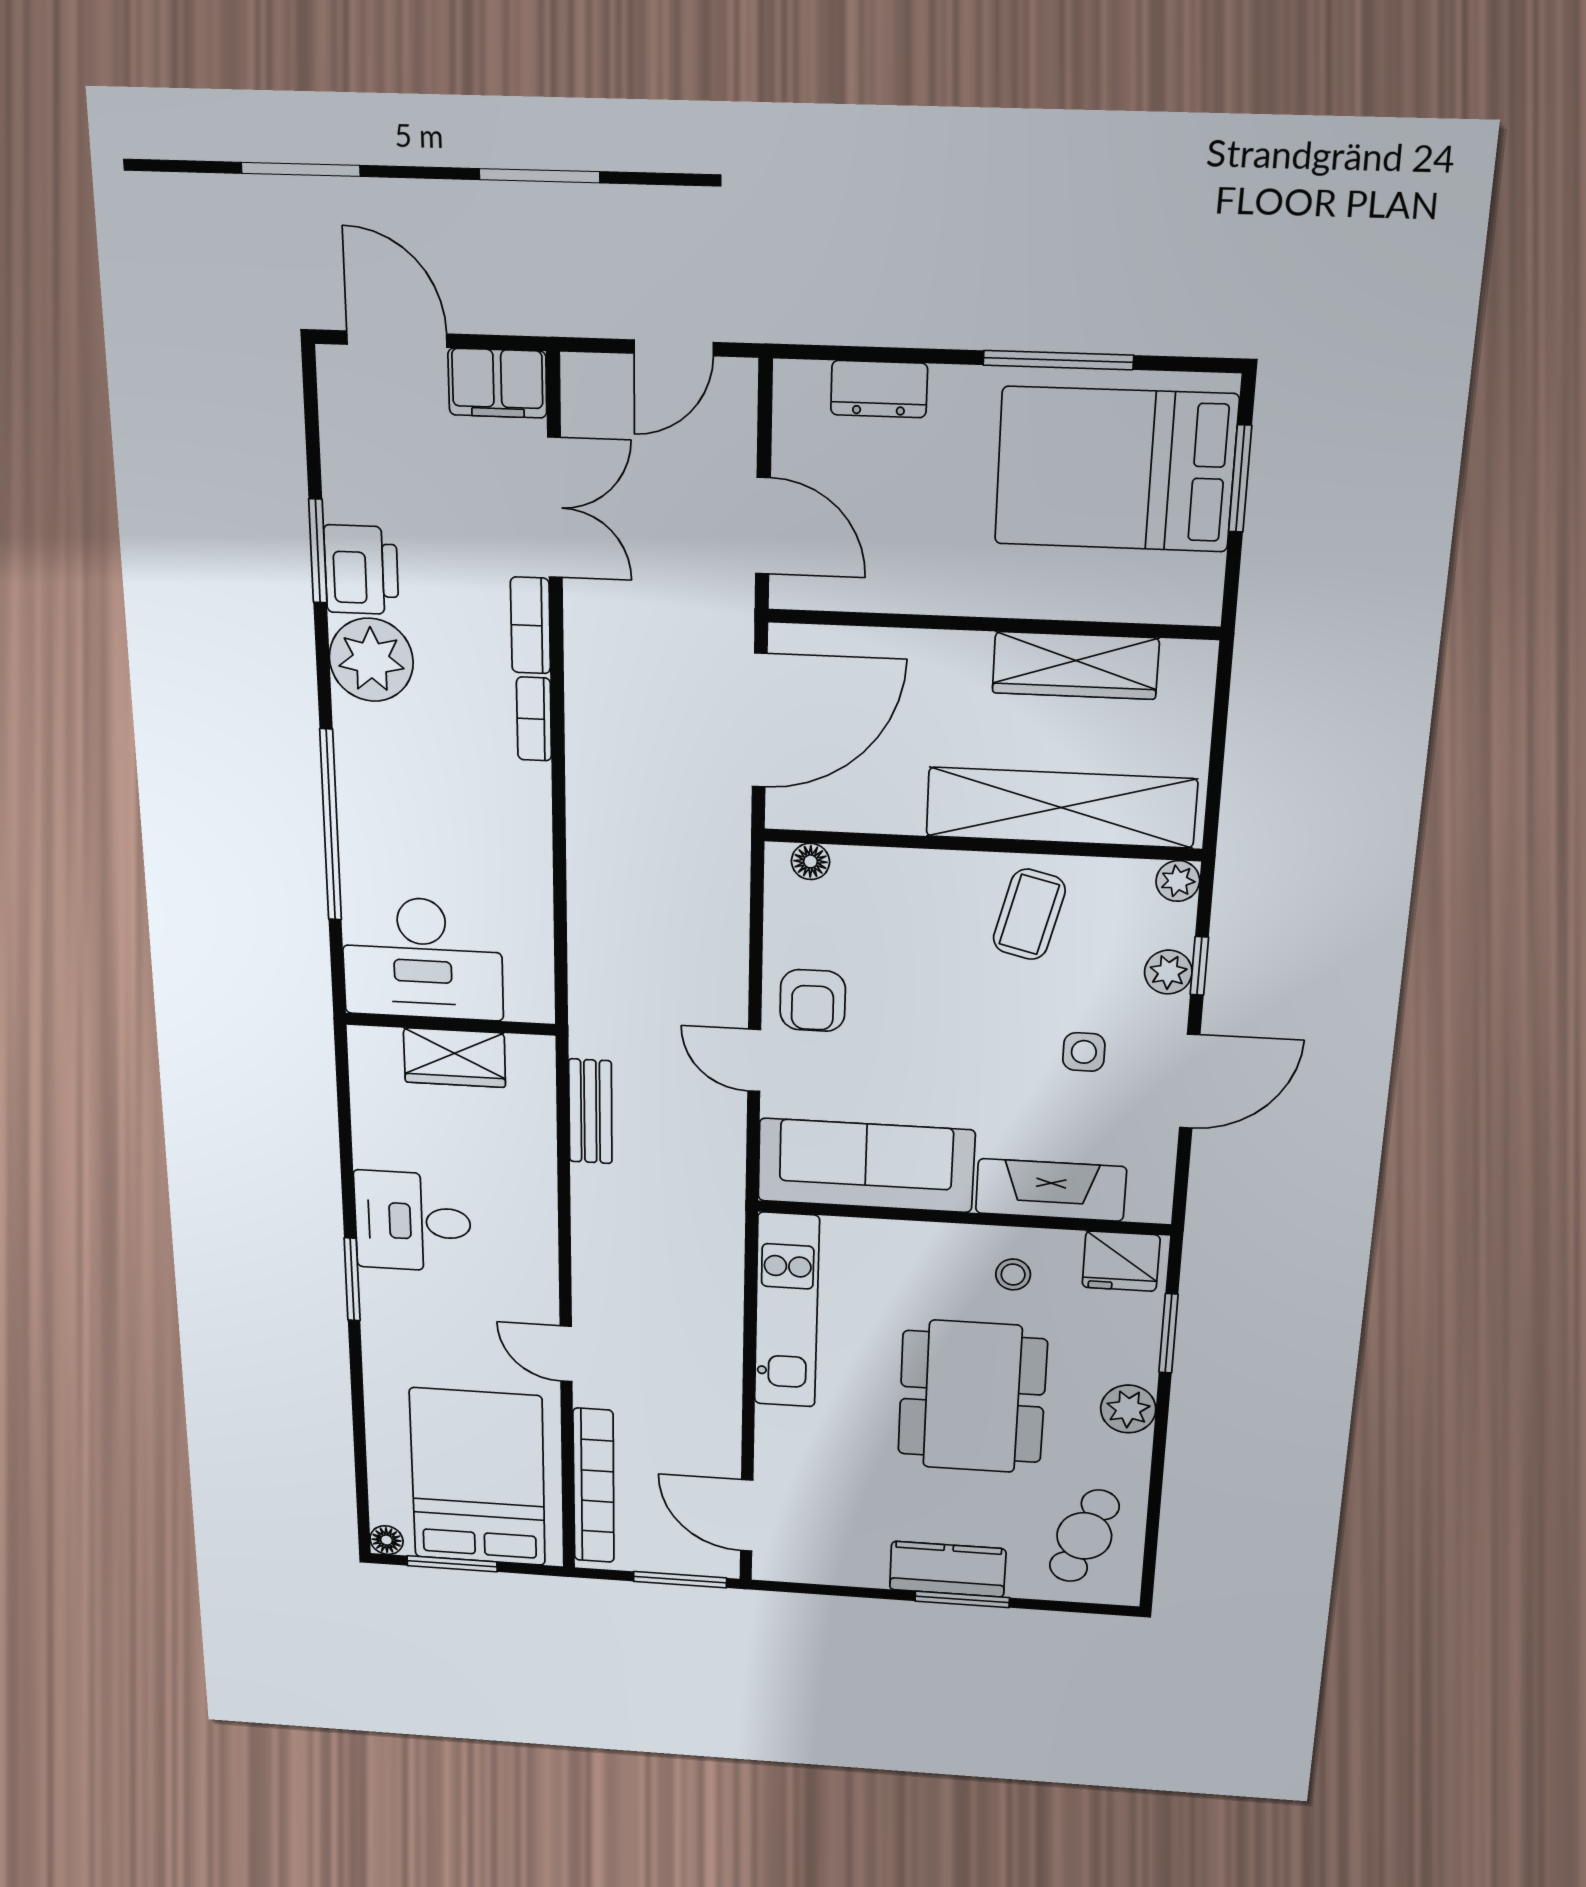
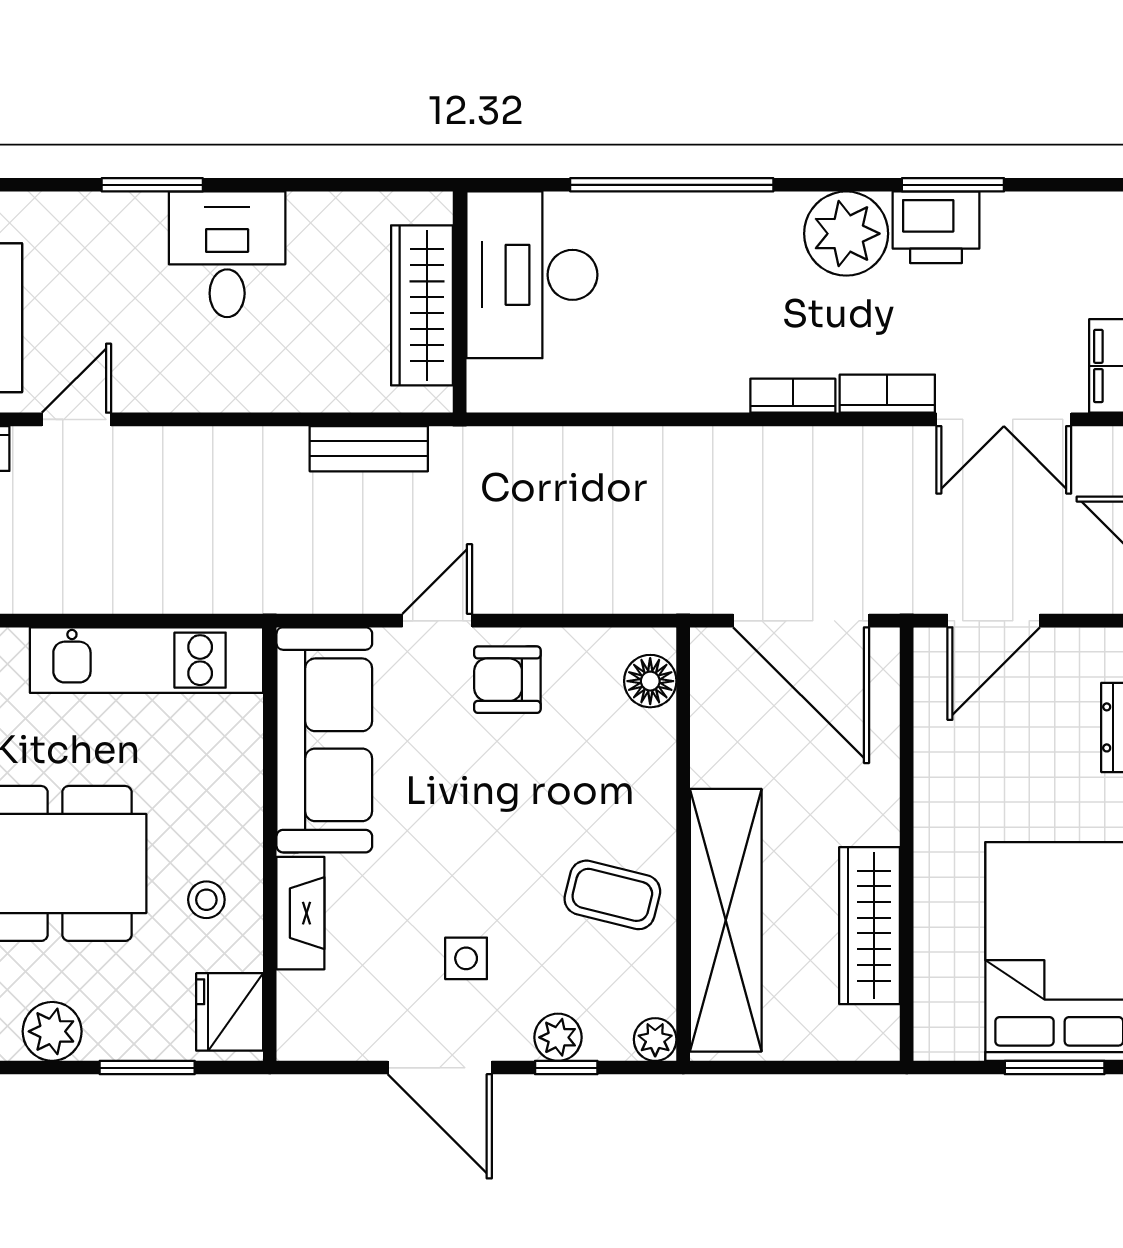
floor lamp: (810, 861) -> (650, 681), width x1.37, depth x1.37
wardrobe: (455, 1058) -> (422, 305), width x1.50
fireplace: (1051, 1190) -> (300, 913), width x0.73, depth x0.76

